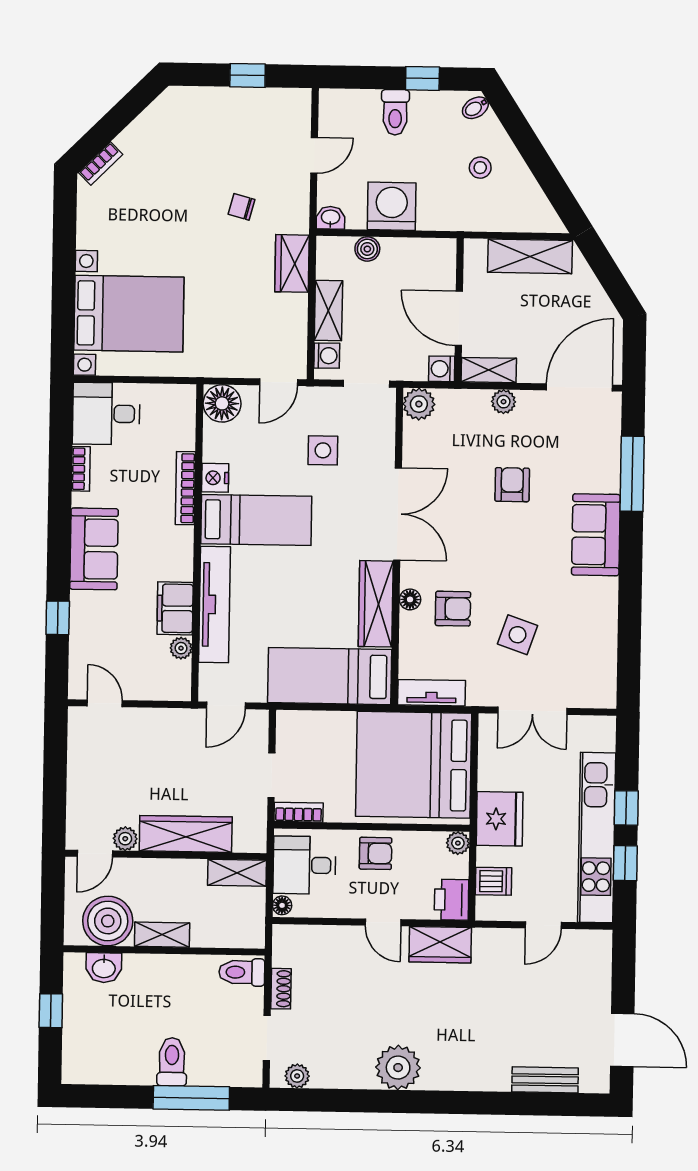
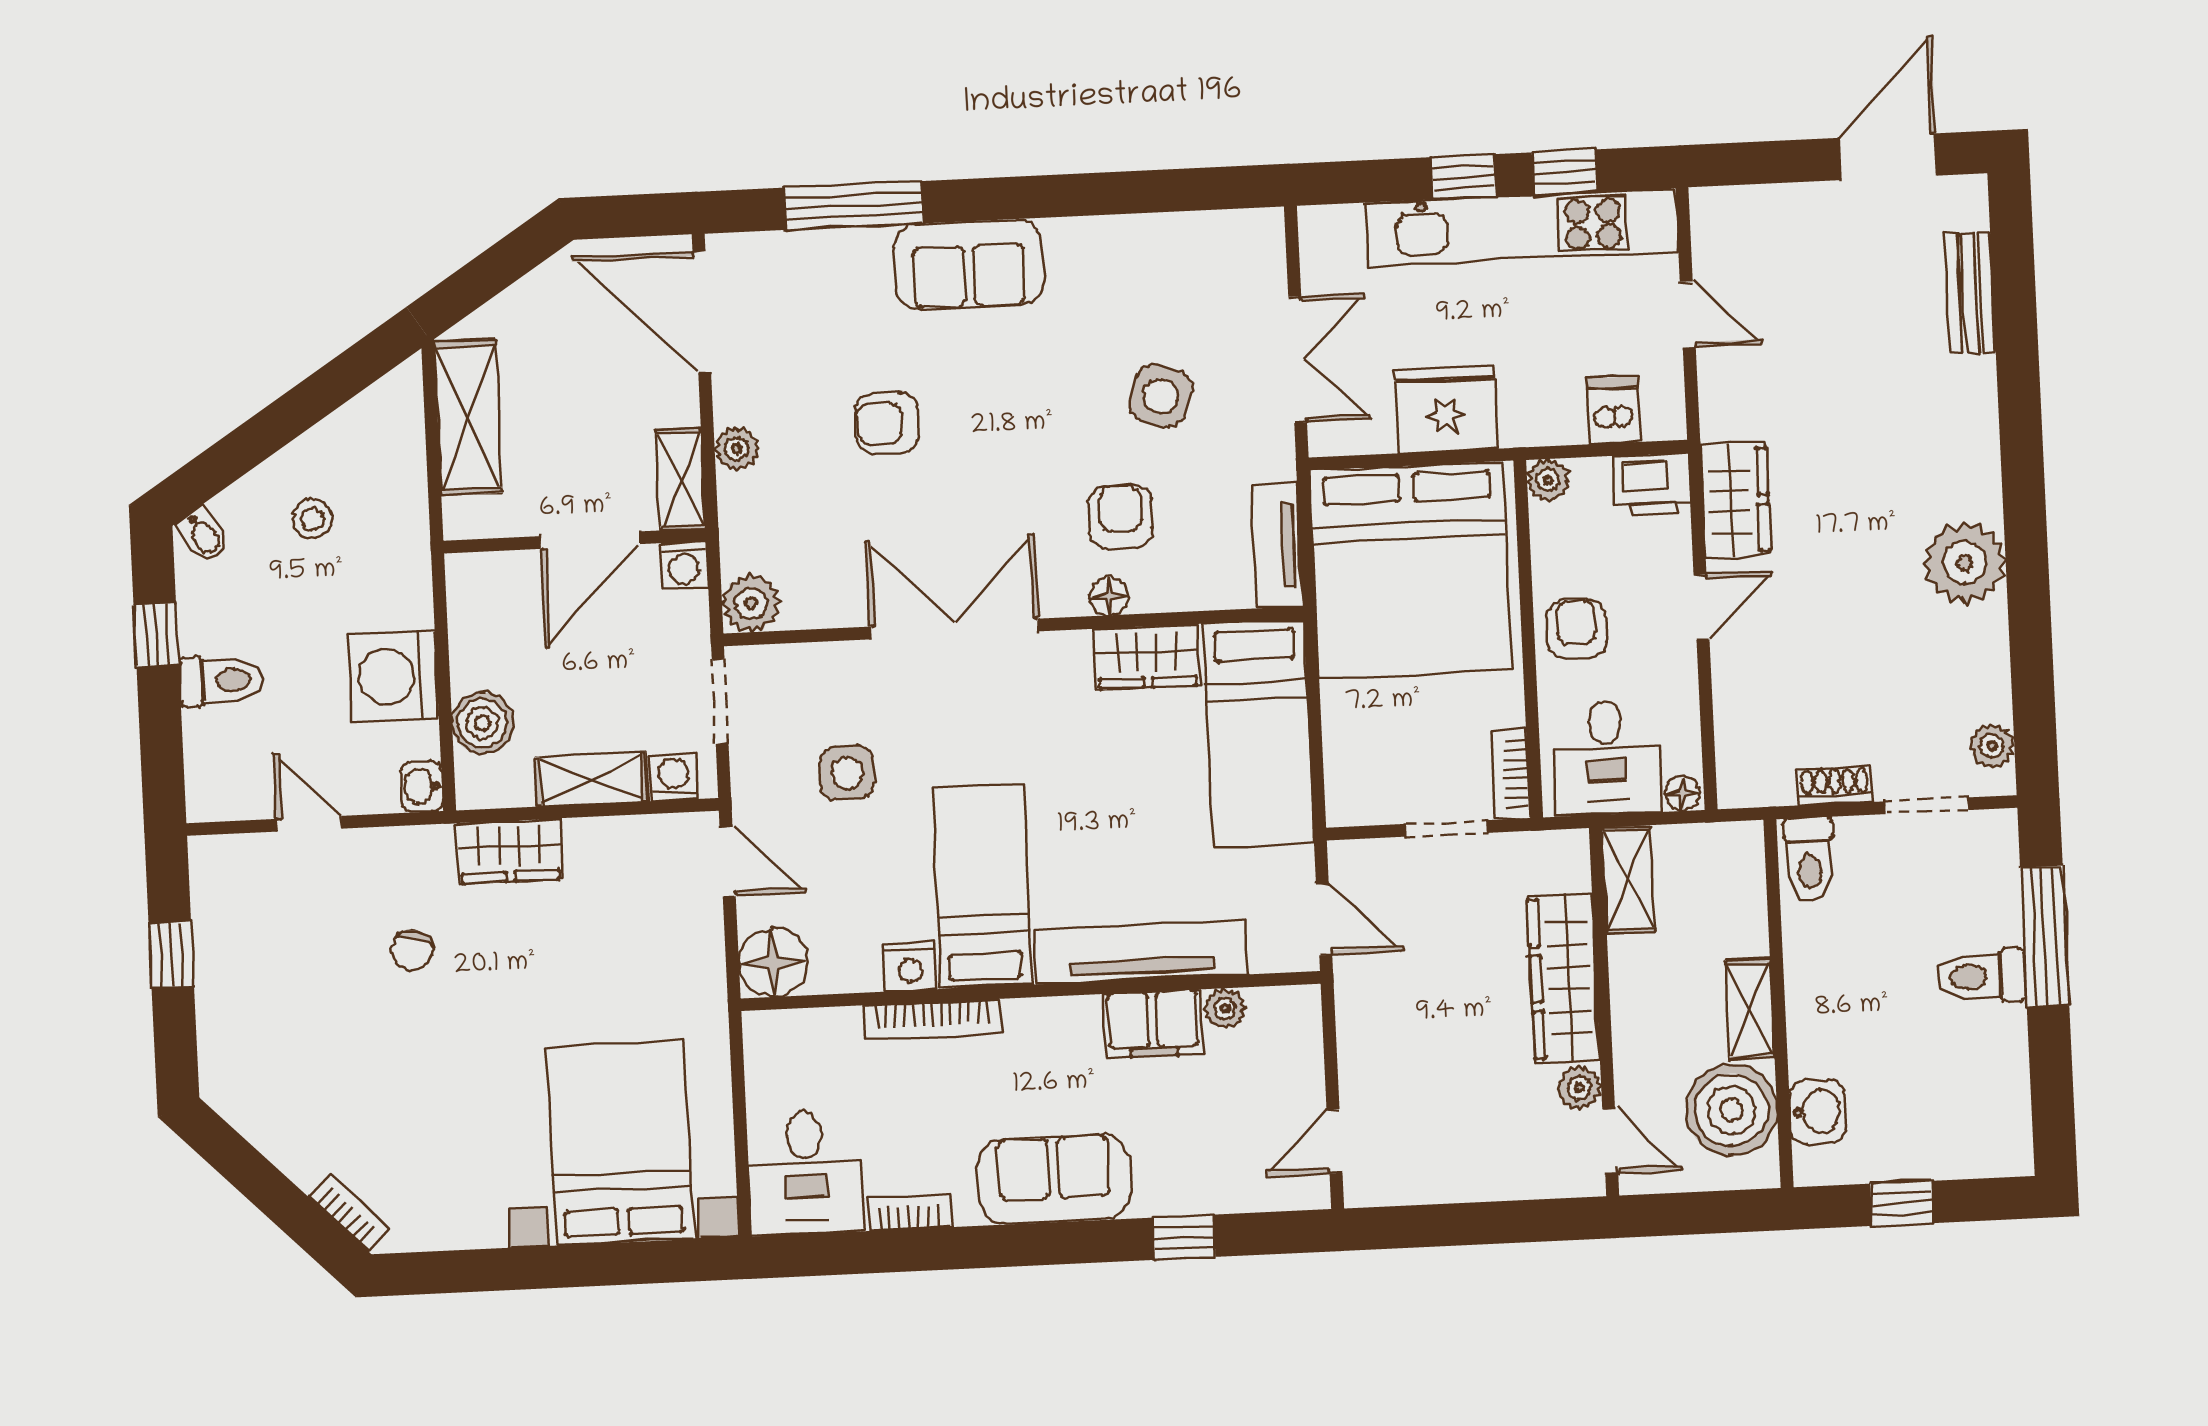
boiler: (367, 249) -> (483, 723), width x1.36, depth x1.36
wardrobe: (376, 604) -> (1147, 657), width x0.67
fridge: (500, 819) -> (1446, 409), moved

